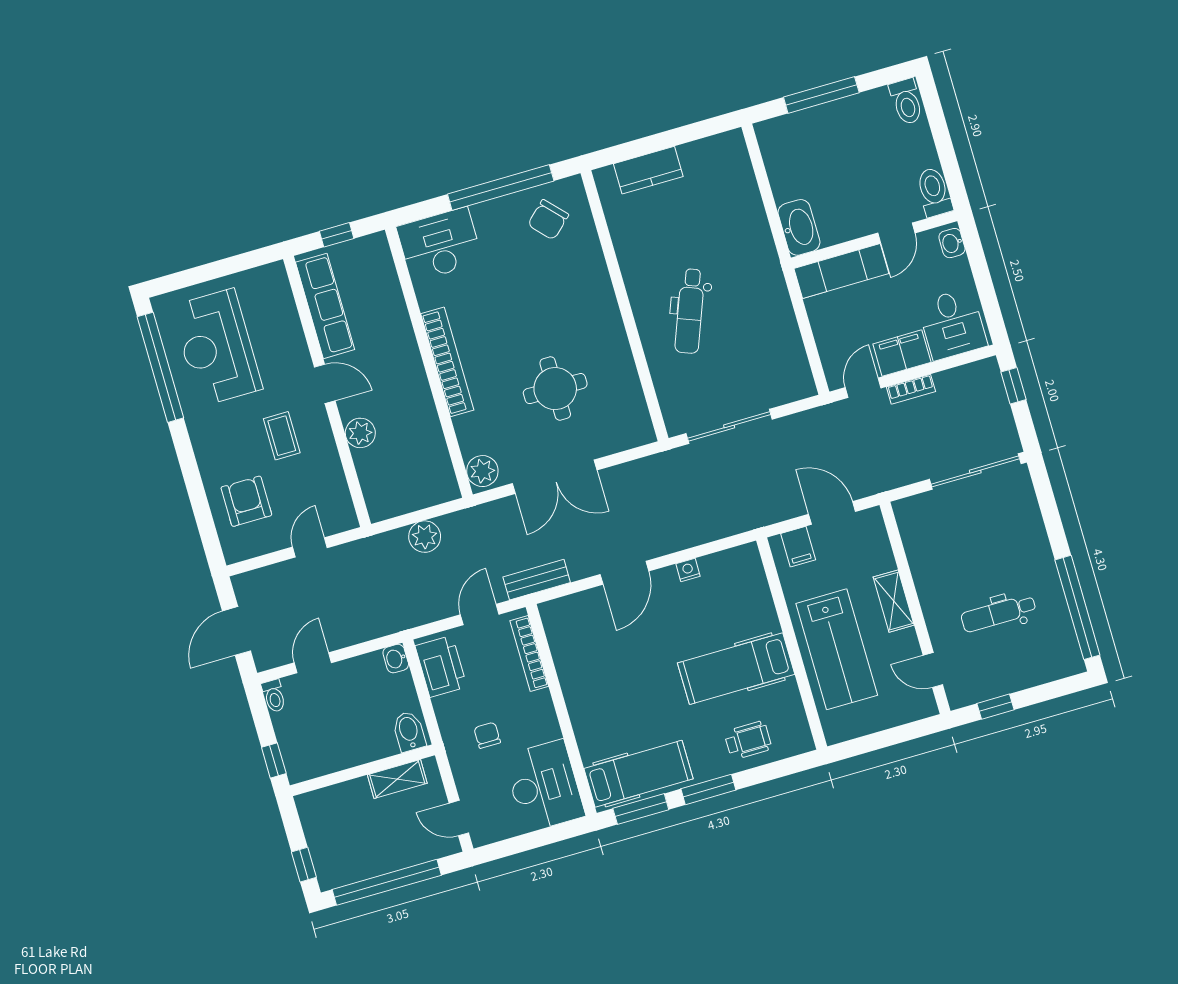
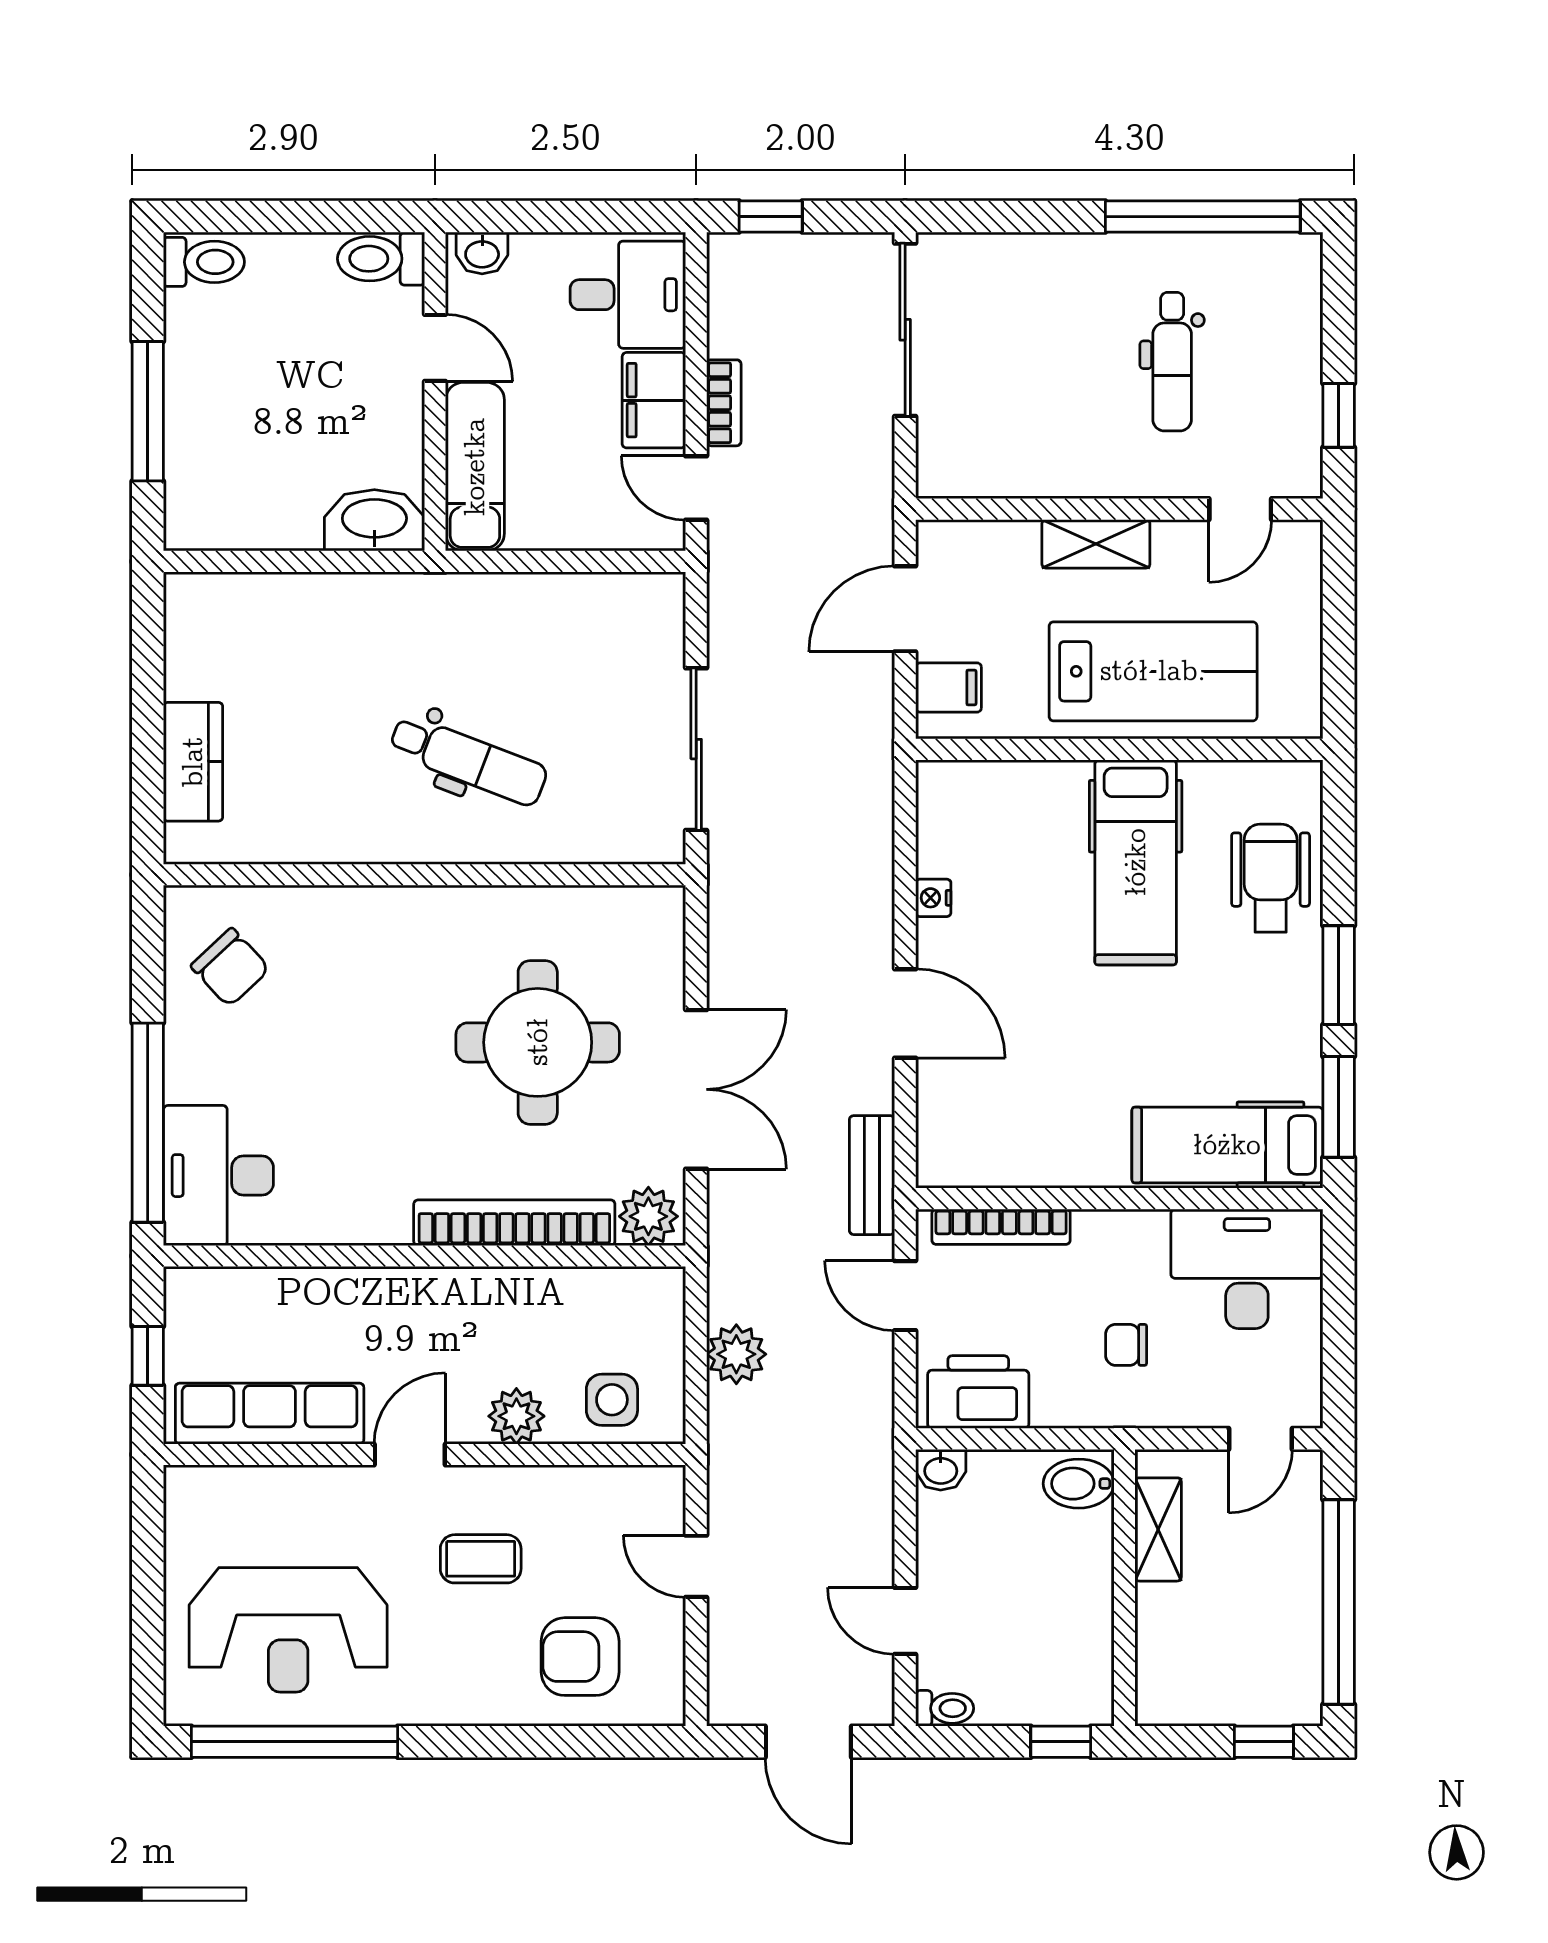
window: (501, 187) -> (148, 1123), moved
bookcase: (447, 362) -> (514, 1223), moved
round table: (555, 389) -> (538, 1042), width x1.36, depth x1.36
side table: (383, 480) -> (612, 1400), added
wheelchair: (748, 740) -> (1271, 878), width x1.36, depth x1.37
hospital bed: (638, 774) -> (1227, 1145), moved, turned -90

